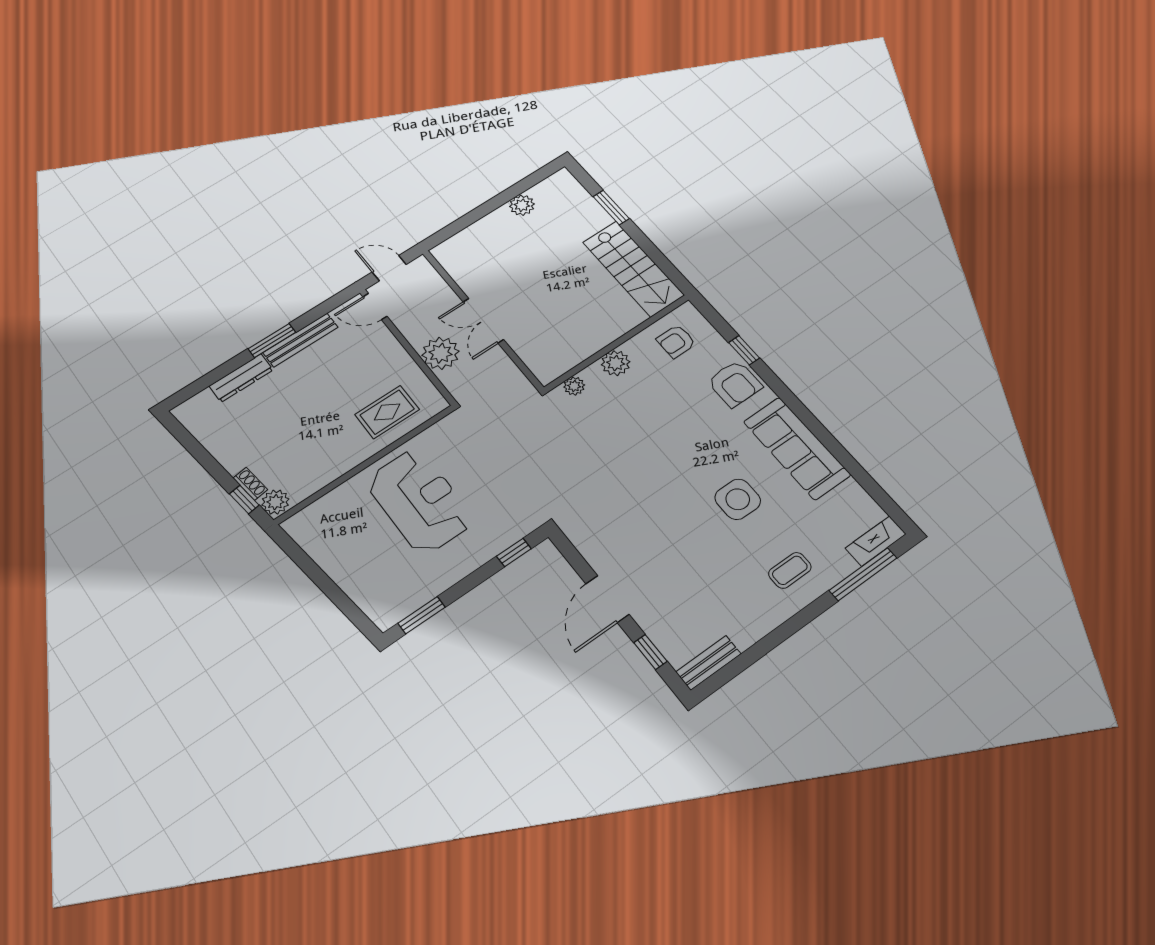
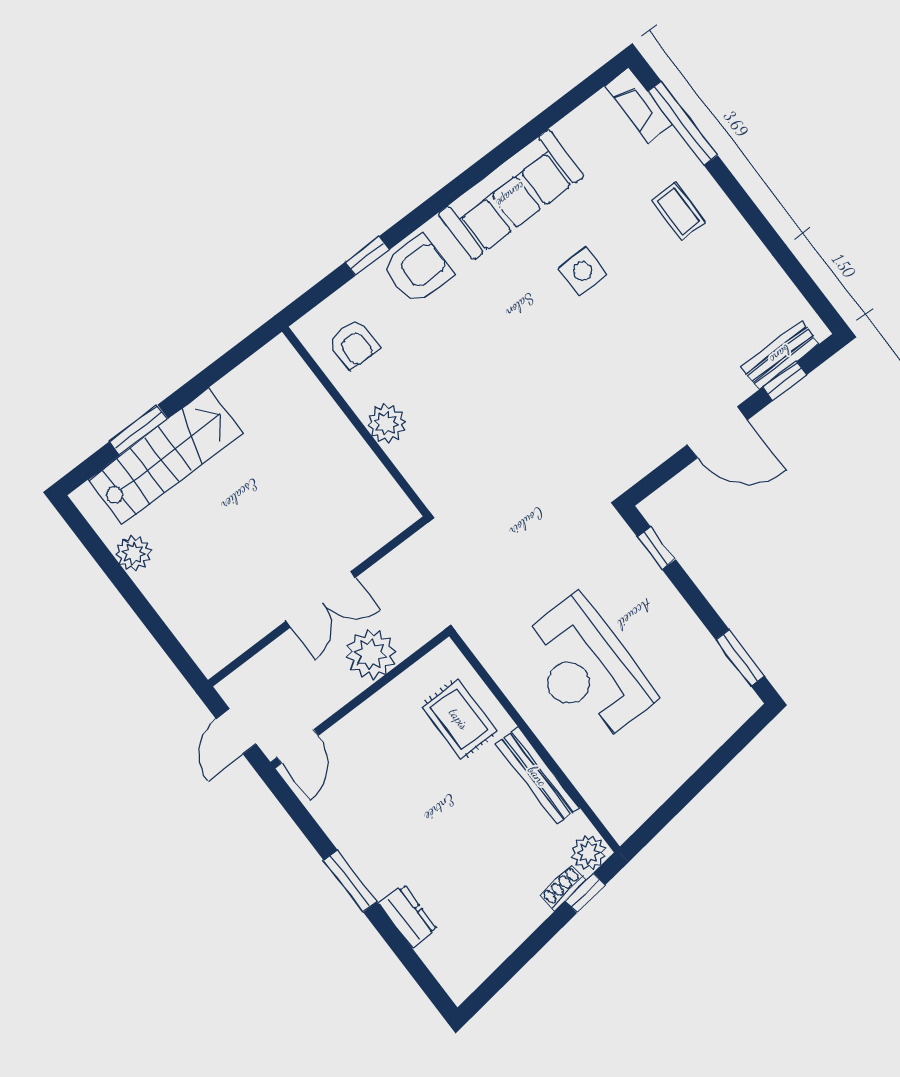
stairs: (633, 269) -> (165, 456), moved
bench: (301, 340) -> (538, 776), moved
dresser: (241, 378) -> (408, 916), width x0.70
plant: (574, 386) -> (421, 477), removed
side table: (738, 499) -> (583, 271), width x0.73, depth x0.73
reception desk: (420, 501) -> (586, 669), turned -90
bench: (708, 663) -> (780, 355), moved, turned 90

